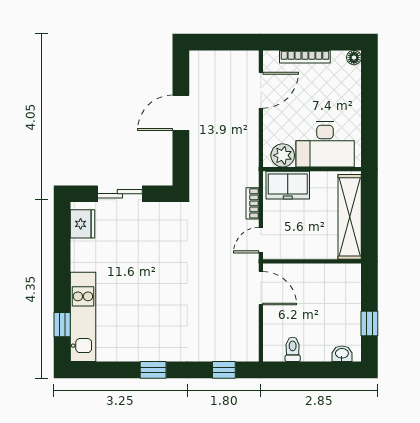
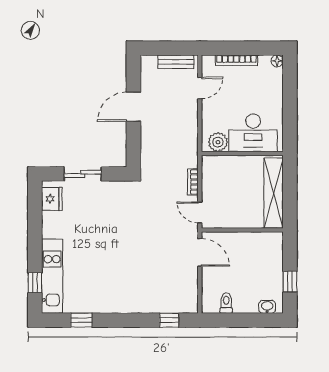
bench: (232, 59) -> (176, 62), added
door: (261, 90) -> (200, 88), width x0.73
freezer: (288, 185) -> (222, 167), removed
door: (261, 240) -> (200, 212), hinge flipped
window: (153, 370) -> (81, 320), moved

